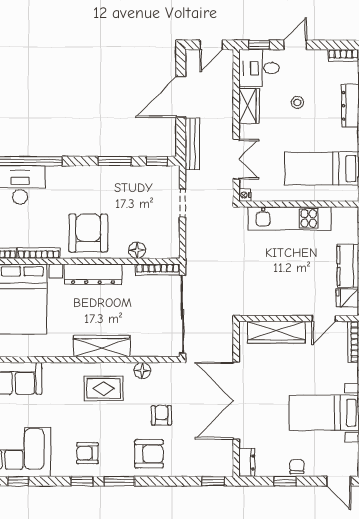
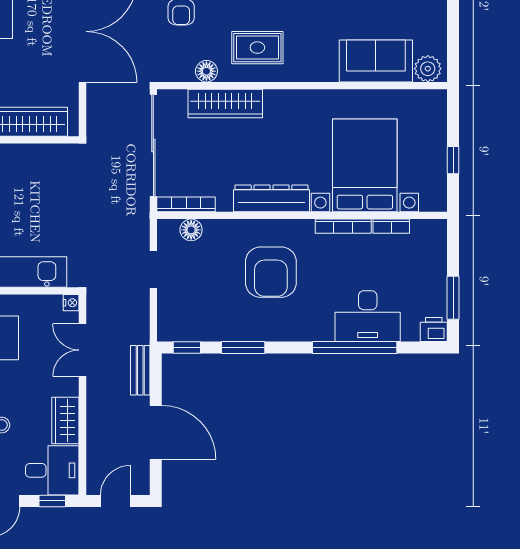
door: (181, 97) -> (156, 432), hinge flipped
bench: (192, 144) -> (140, 370), width x0.73
doorway: (183, 203) -> (153, 270), moved
armchair: (88, 233) -> (271, 272), moved
floor lamp: (137, 250) -> (191, 230), moved
wardrobe: (102, 346) -> (225, 103), moved

